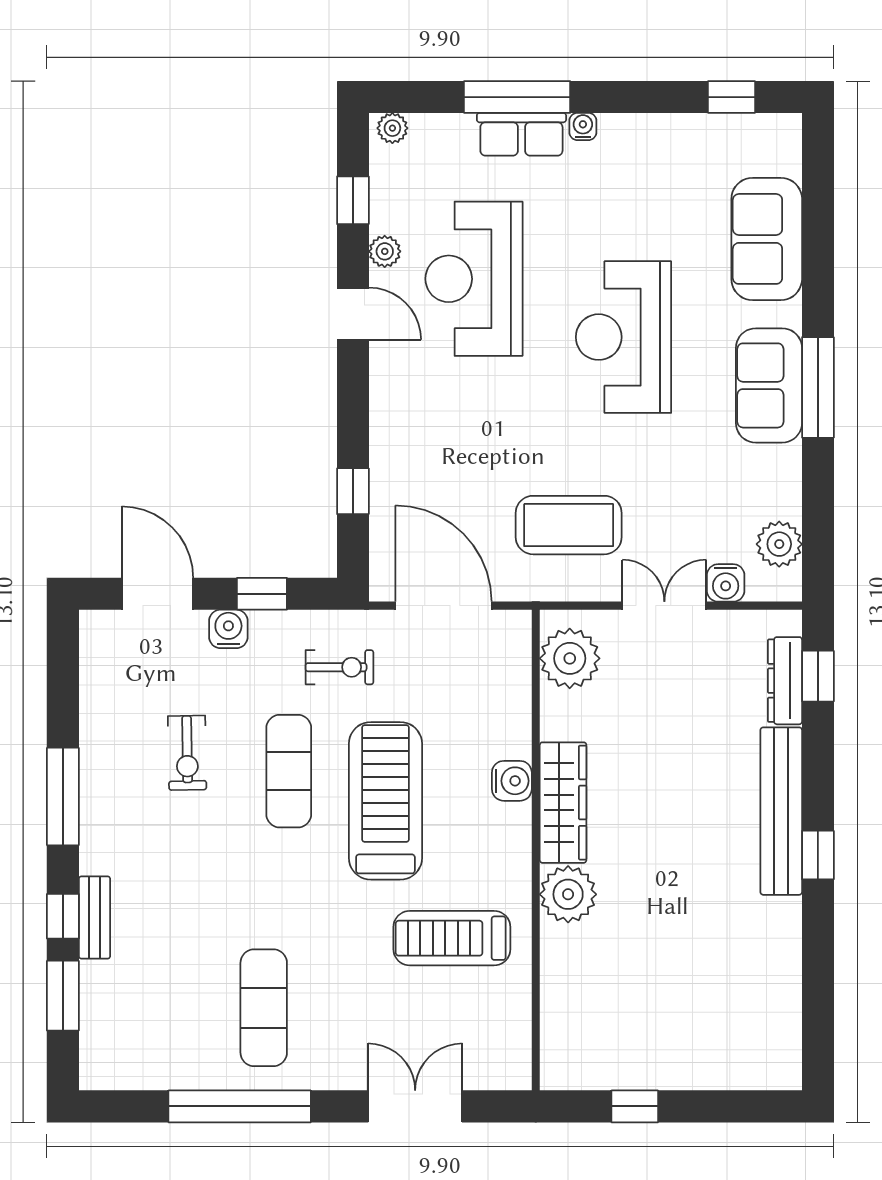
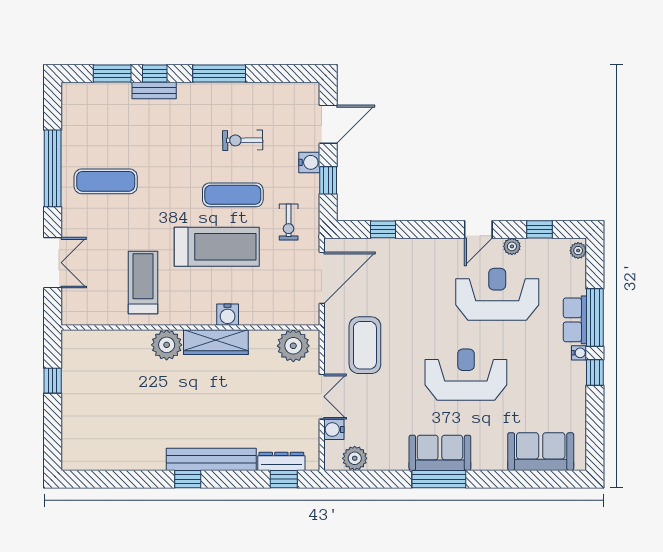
window: (732, 97) -> (595, 373), moved
sofa: (767, 239) -> (541, 452), moved

